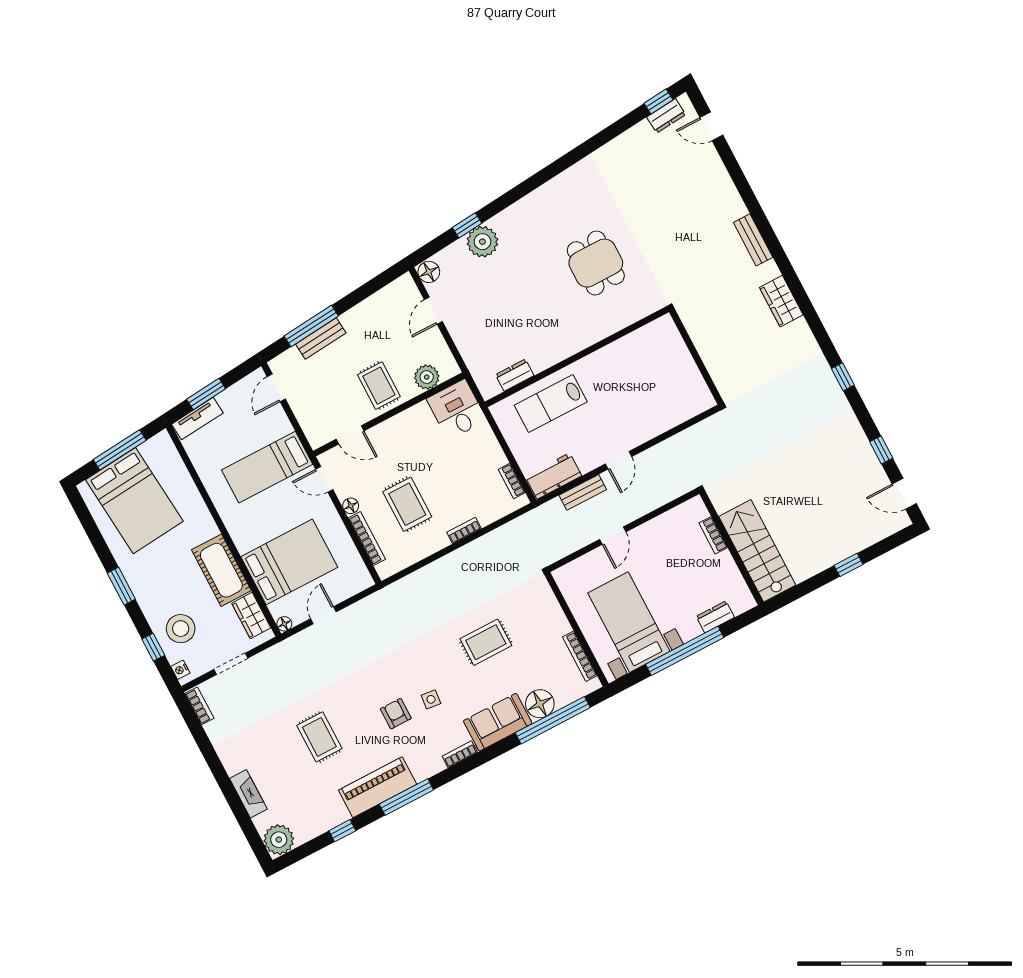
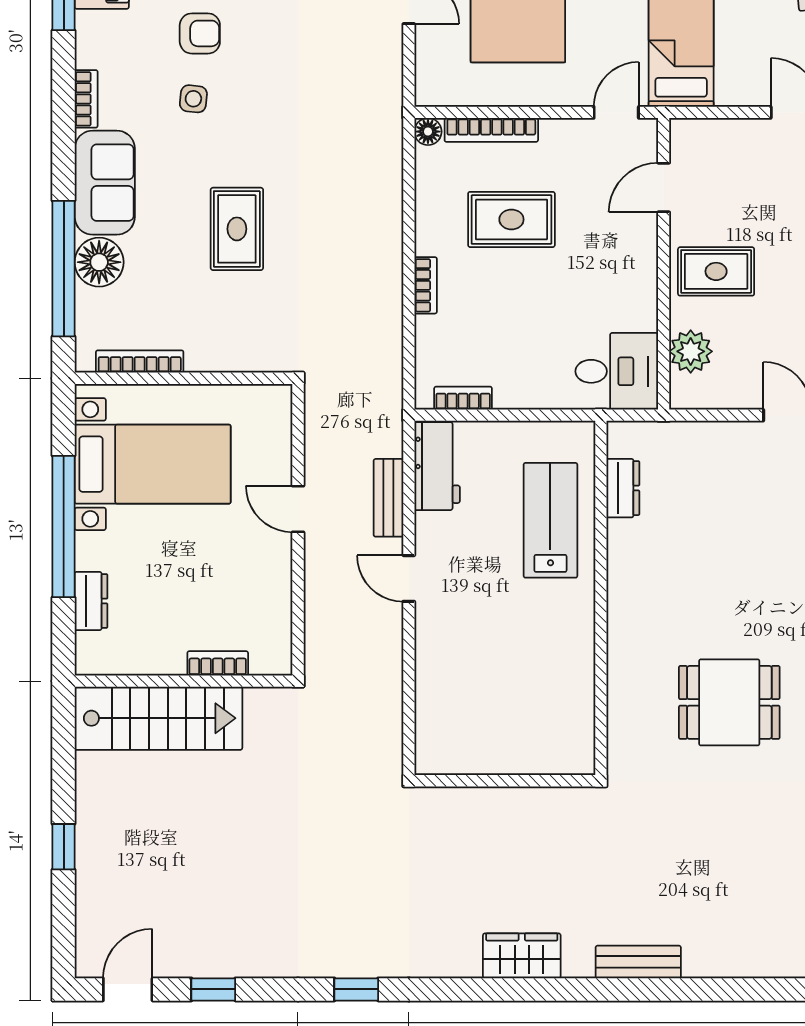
floor lamp: (351, 506) -> (428, 132), moved

